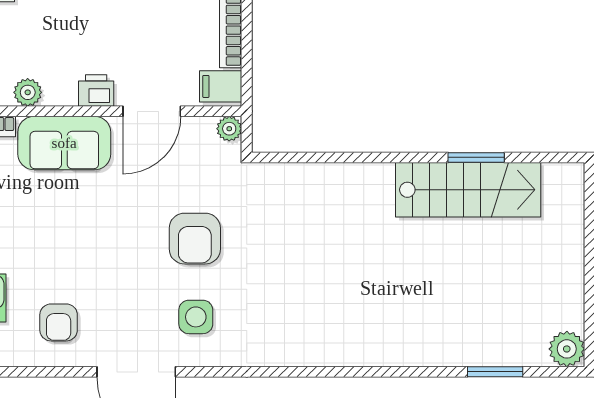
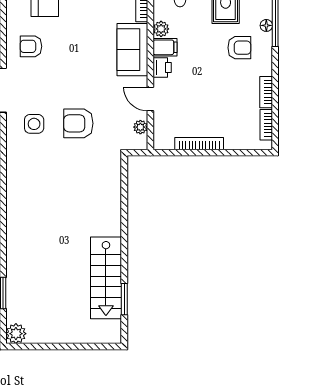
filing cabinet: (221, 86) -> (165, 47), moved, turned 90
door: (152, 111) -> (150, 99), width x0.73
plant: (229, 129) -> (140, 127), moved
window: (476, 157) -> (124, 299), moved

